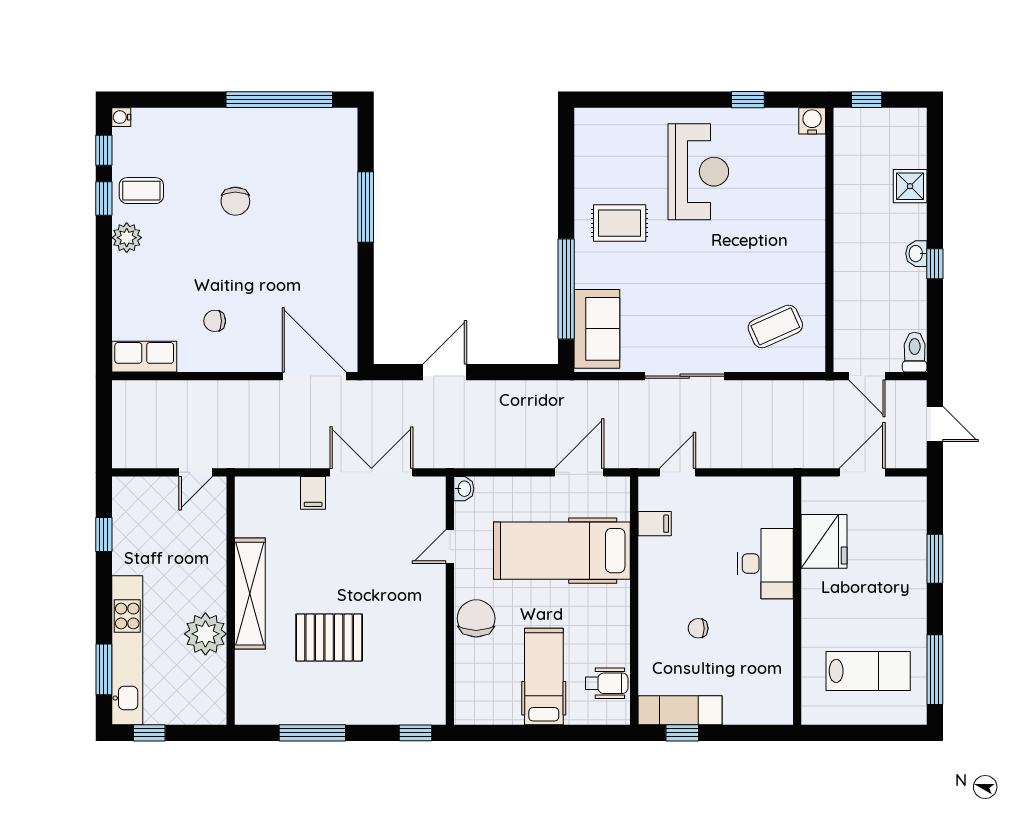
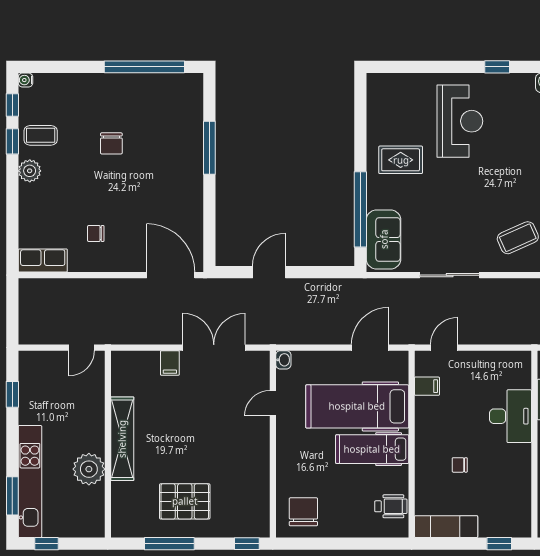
chair: (476, 618) -> (303, 512), moved
pallet: (329, 638) -> (185, 501), moved
hospital bed: (544, 677) -> (372, 449), moved, turned -90
window: (682, 733) -> (499, 544), moved

